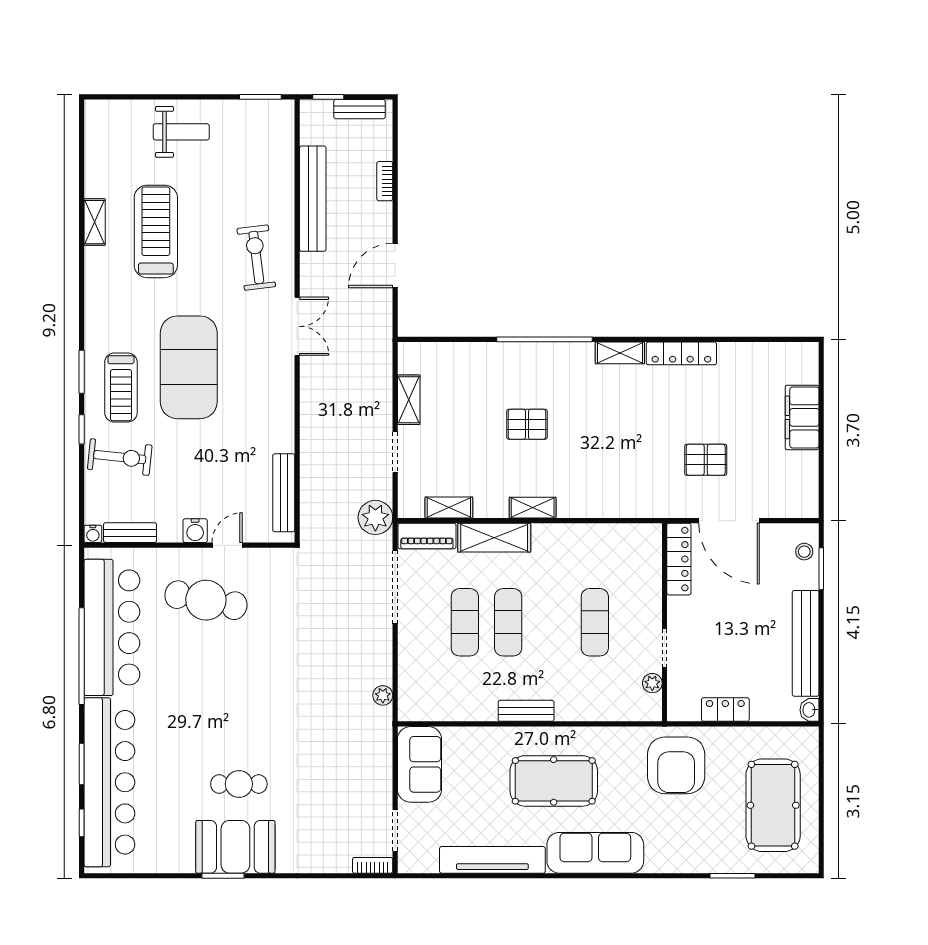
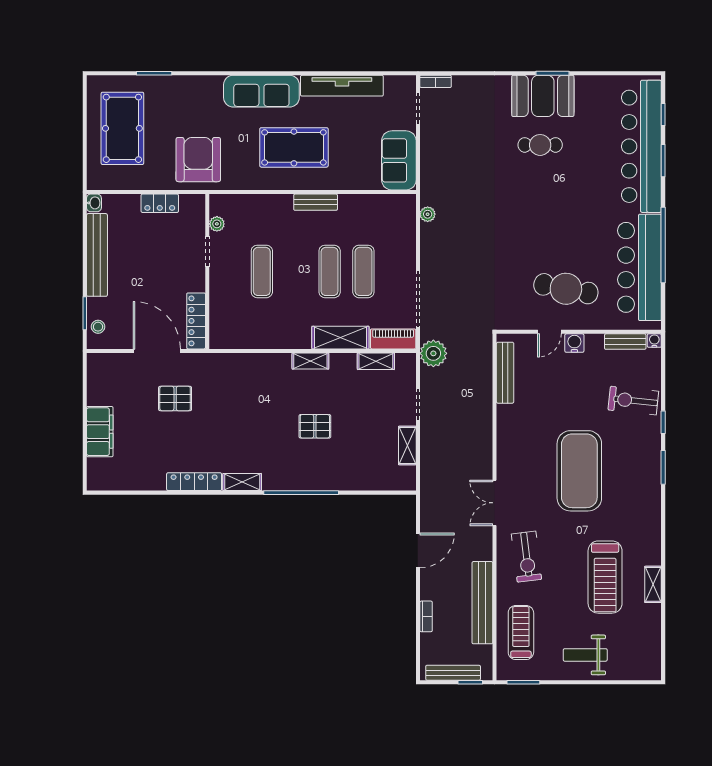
bench: (360, 109) -> (453, 673), width x1.36
treadmill: (121, 387) -> (521, 633), moved

